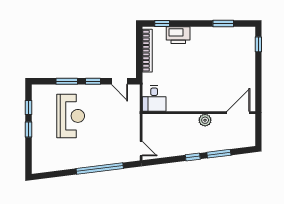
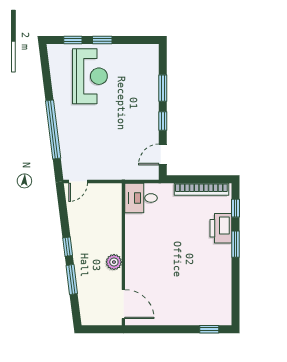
window: (223, 24) -> (235, 244), moved
window: (29, 107) -> (73, 40), moved
reception desk: (71, 116) -> (90, 76), moved, turned -90

